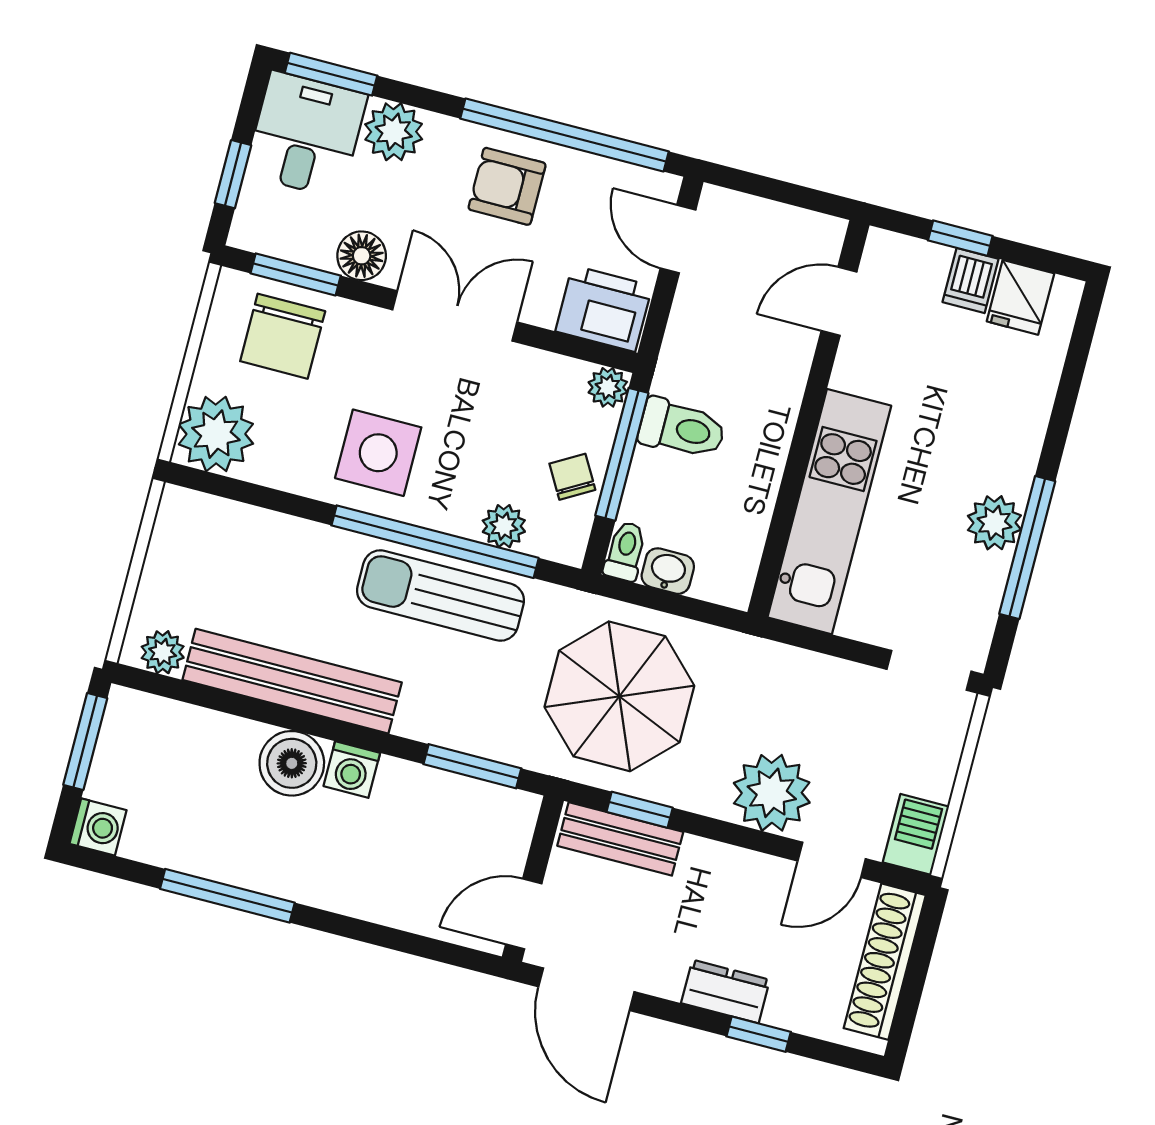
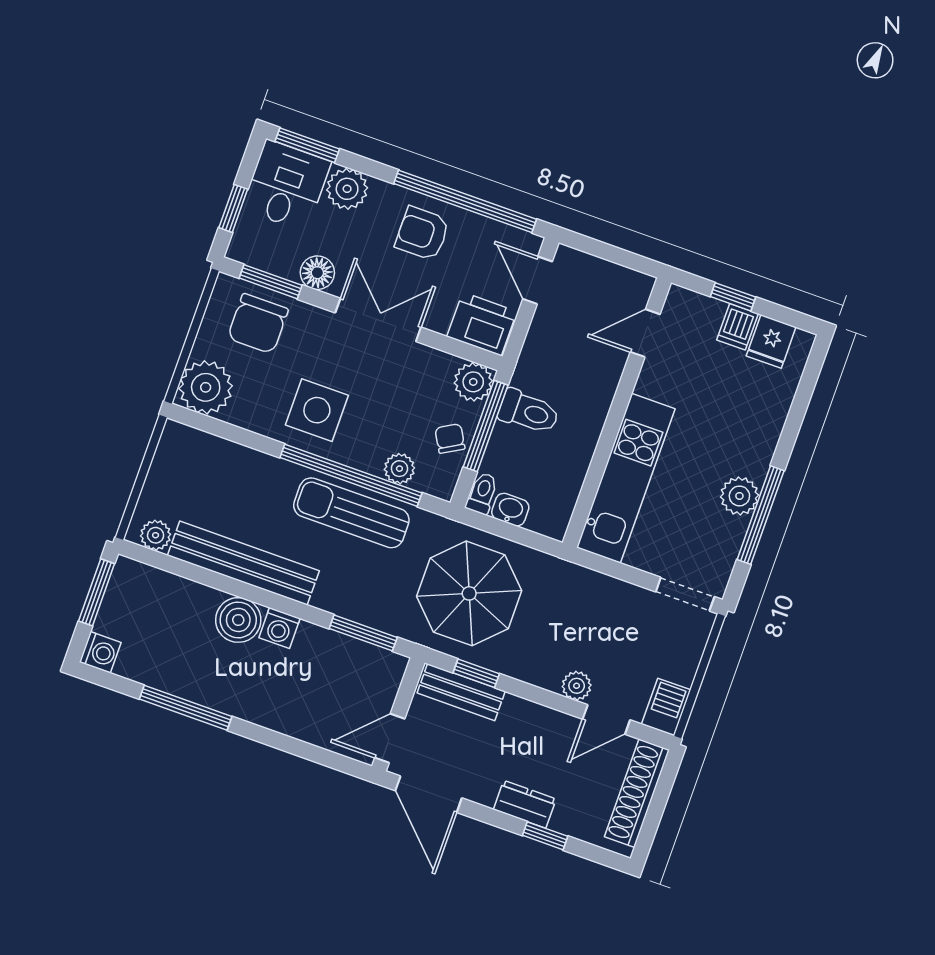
plant: (608, 387) -> (473, 382), width x1.38, depth x1.38
plant: (772, 793) -> (577, 686), width x0.53, depth x0.53

